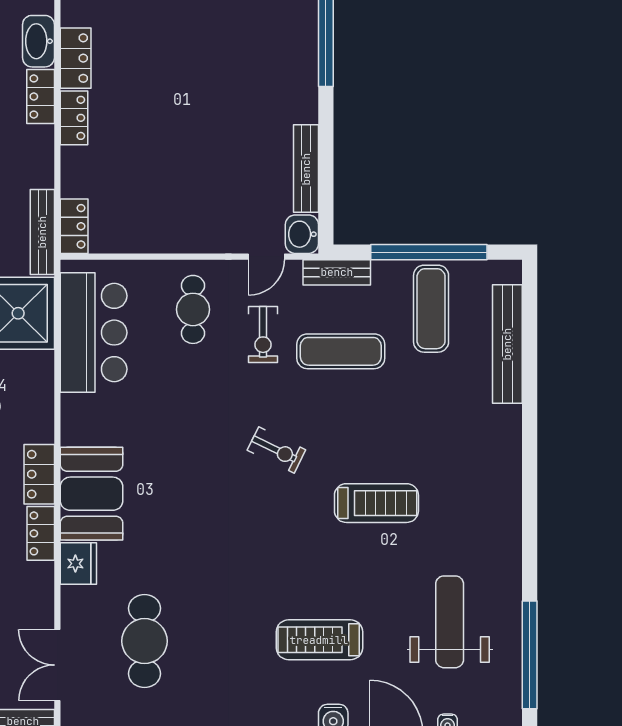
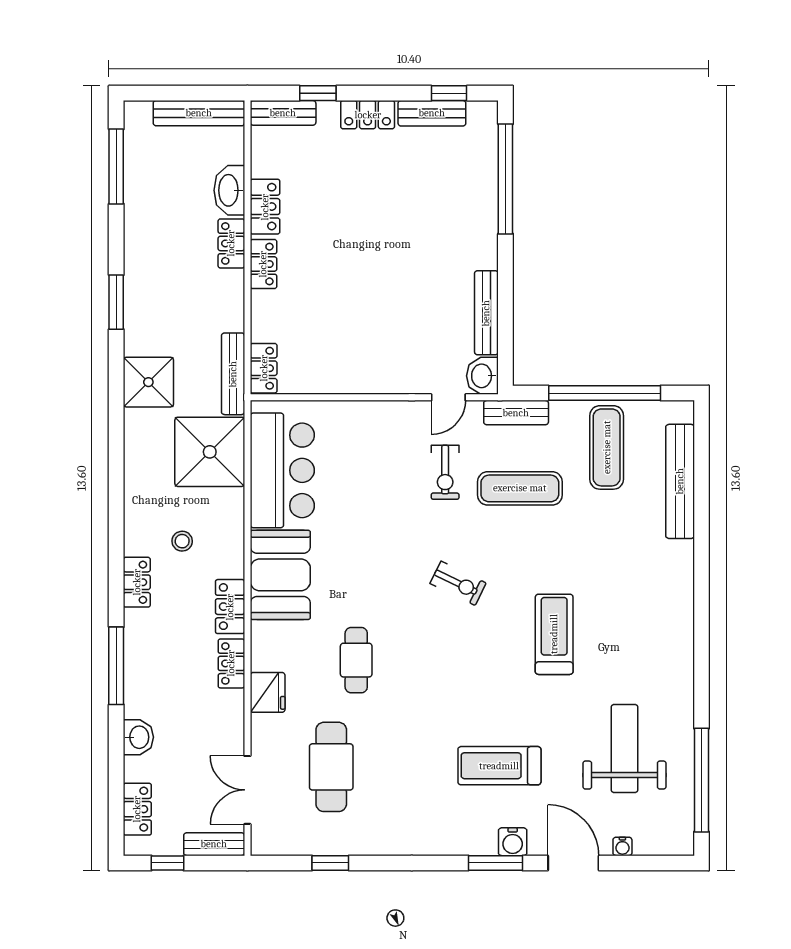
cafe table: (193, 309) -> (356, 660), moved
booth: (92, 494) -> (280, 575), moved
treadmill: (376, 503) -> (554, 634), turned -90

